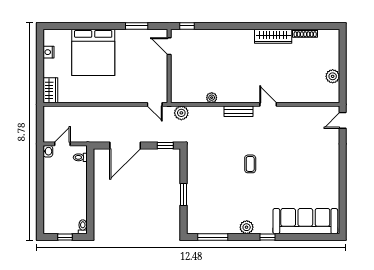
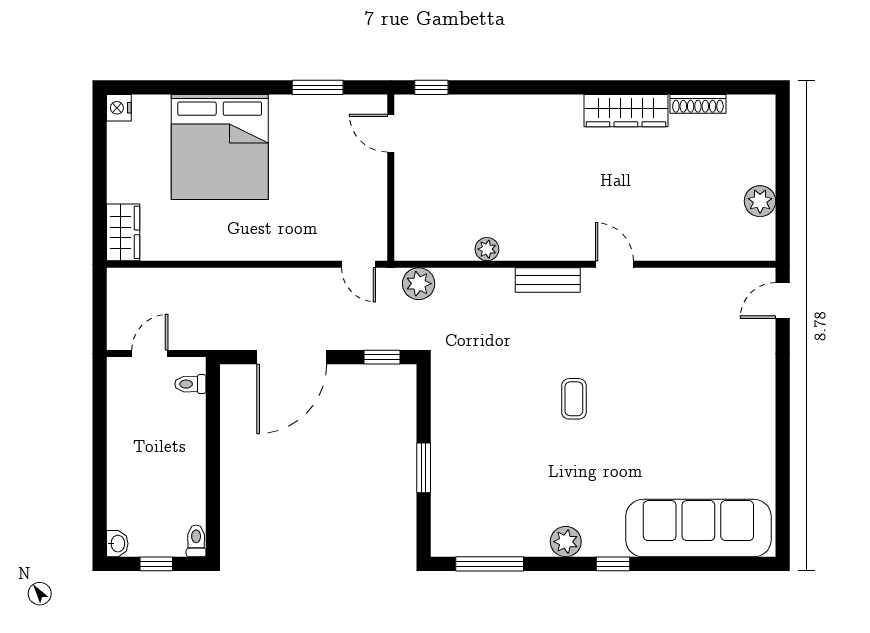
nightstand: (49, 52) -> (119, 108), moved
washbasin: (48, 151) -> (117, 544), moved

